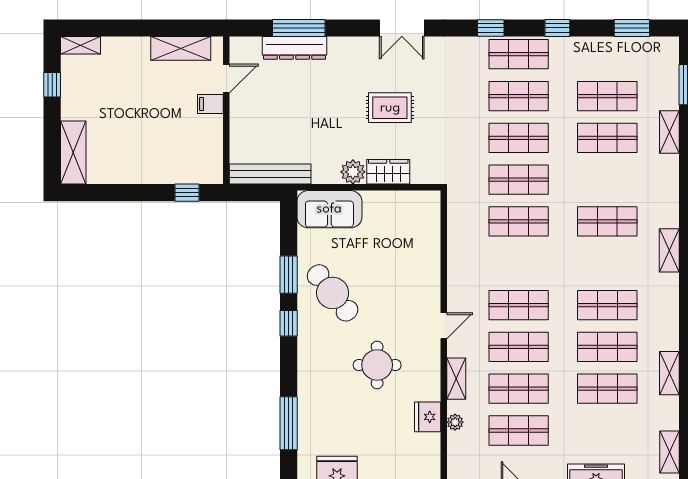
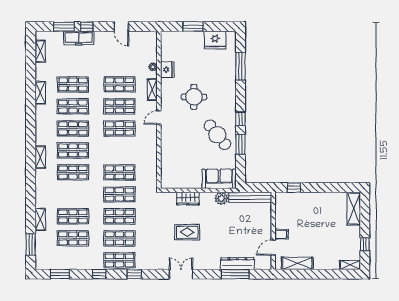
plant: (353, 172) -> (221, 198), moved
shop shelf: (519, 431) -> (73, 150), moved

